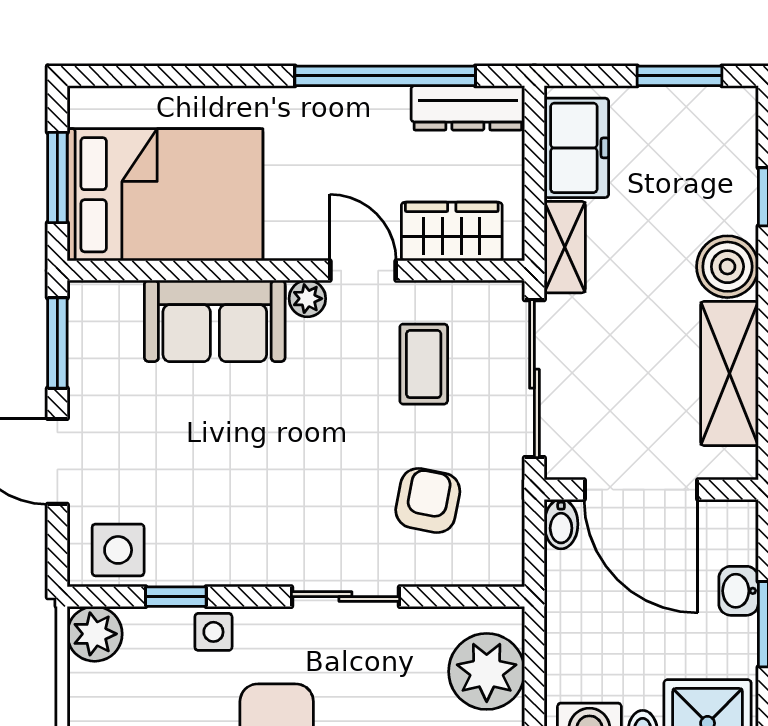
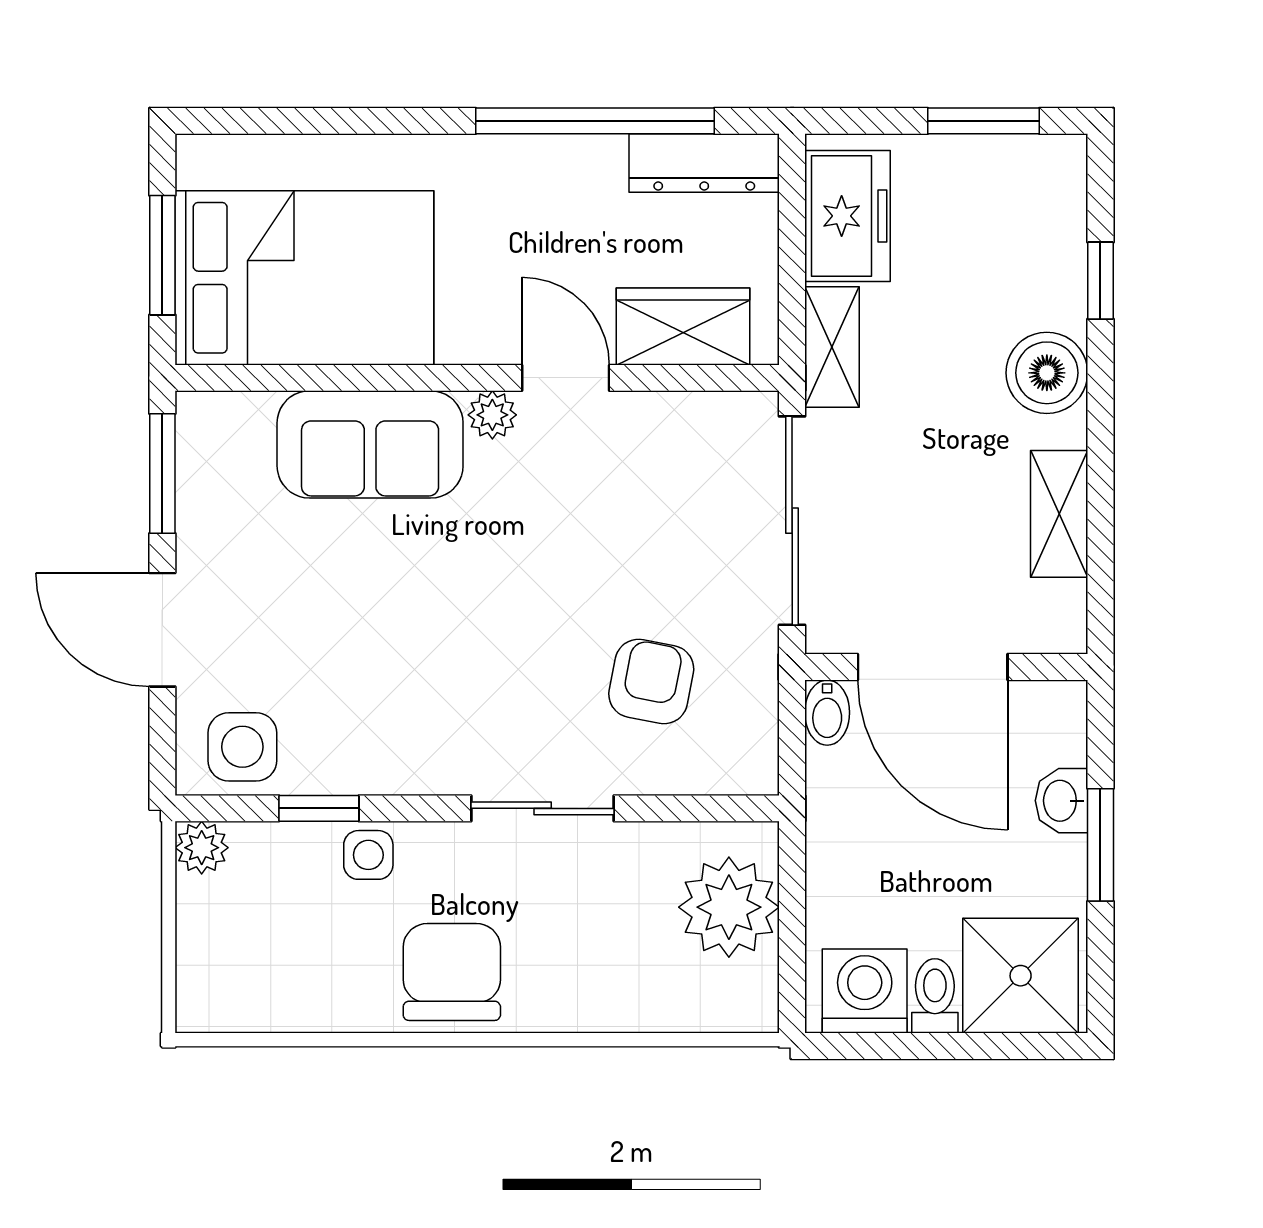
coffee table: (424, 364) -> (646, 501), removed
shelving: (729, 374) -> (1059, 514), width x0.67, depth x0.75
plant: (95, 634) -> (202, 848), width x0.73, depth x0.73

